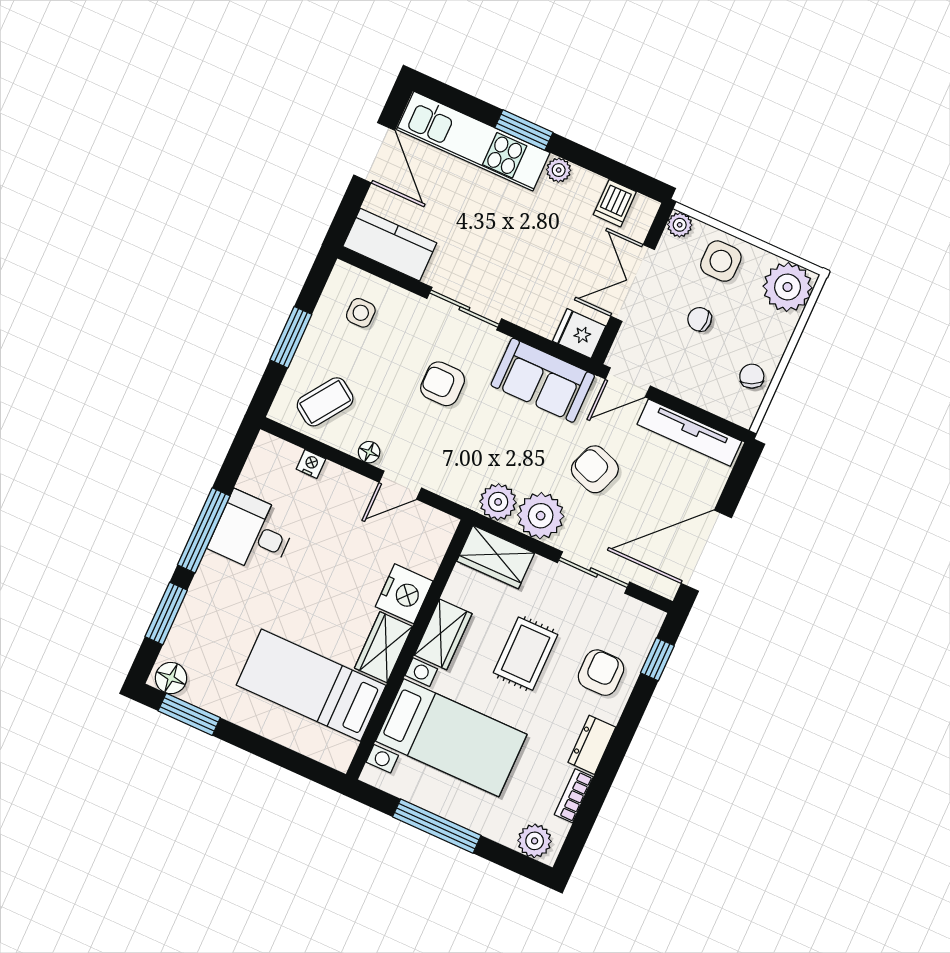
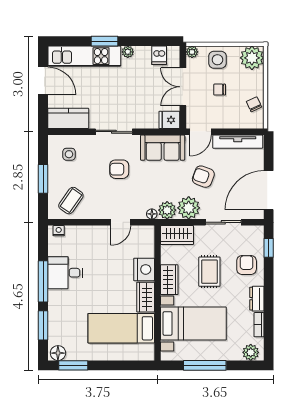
floor lamp: (369, 452) -> (152, 214), moved
nightstand: (311, 464) -> (59, 231), moved

